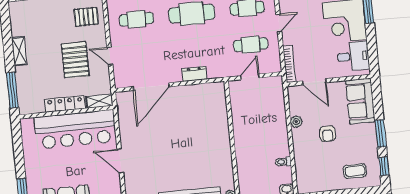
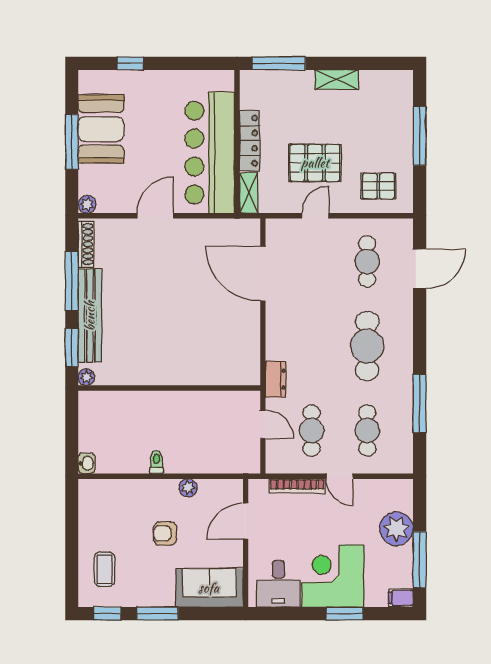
pallet: (86, 17) -> (378, 186), turned 90
bookcase: (289, 64) -> (297, 486), moved
dresser: (194, 74) -> (276, 379), moved
toilet: (283, 162) -> (157, 462), moved

